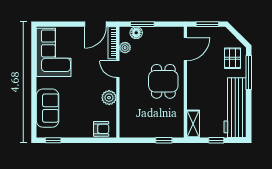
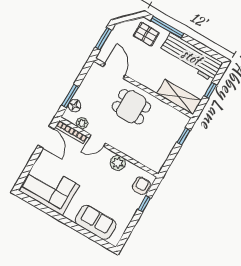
shelving: (193, 124) -> (179, 97), width x1.50, depth x1.33
window: (53, 140) -> (144, 204), moved

